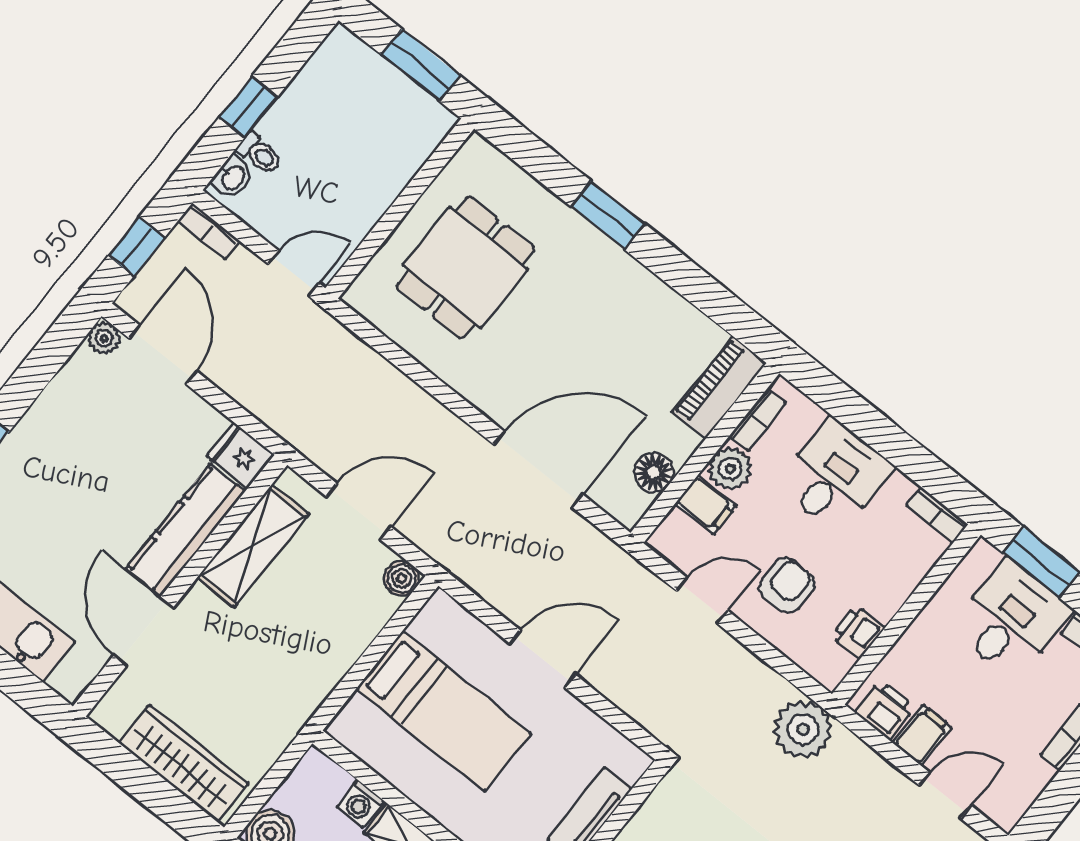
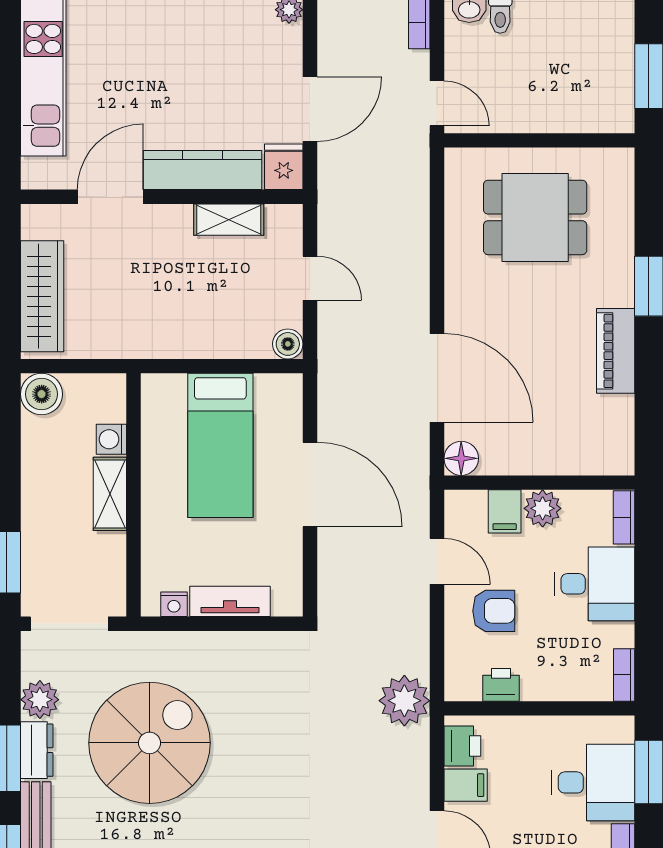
door: (163, 355) -> (310, 109), moved
piano: (719, 387) -> (616, 351), moved, turned -90
bookcase: (757, 420) -> (624, 517), moved, turned 90
floor lamp: (654, 472) -> (461, 458), moved
door: (359, 512) -> (310, 278), width x0.73
shelving: (253, 546) -> (229, 220), width x0.67, depth x0.75
door: (543, 659) -> (310, 484), width x1.36

